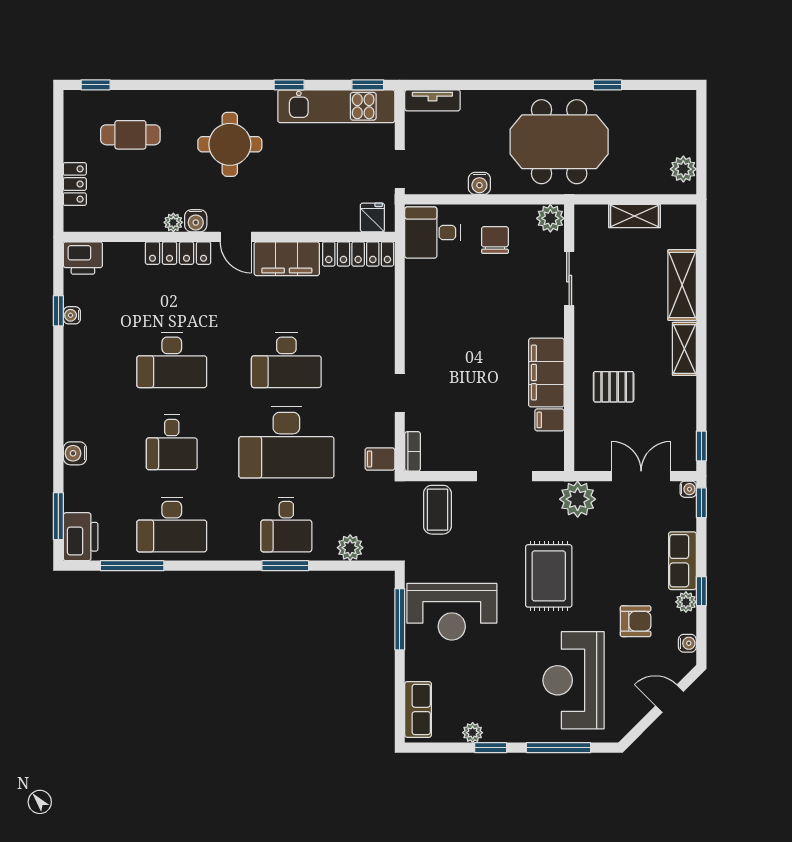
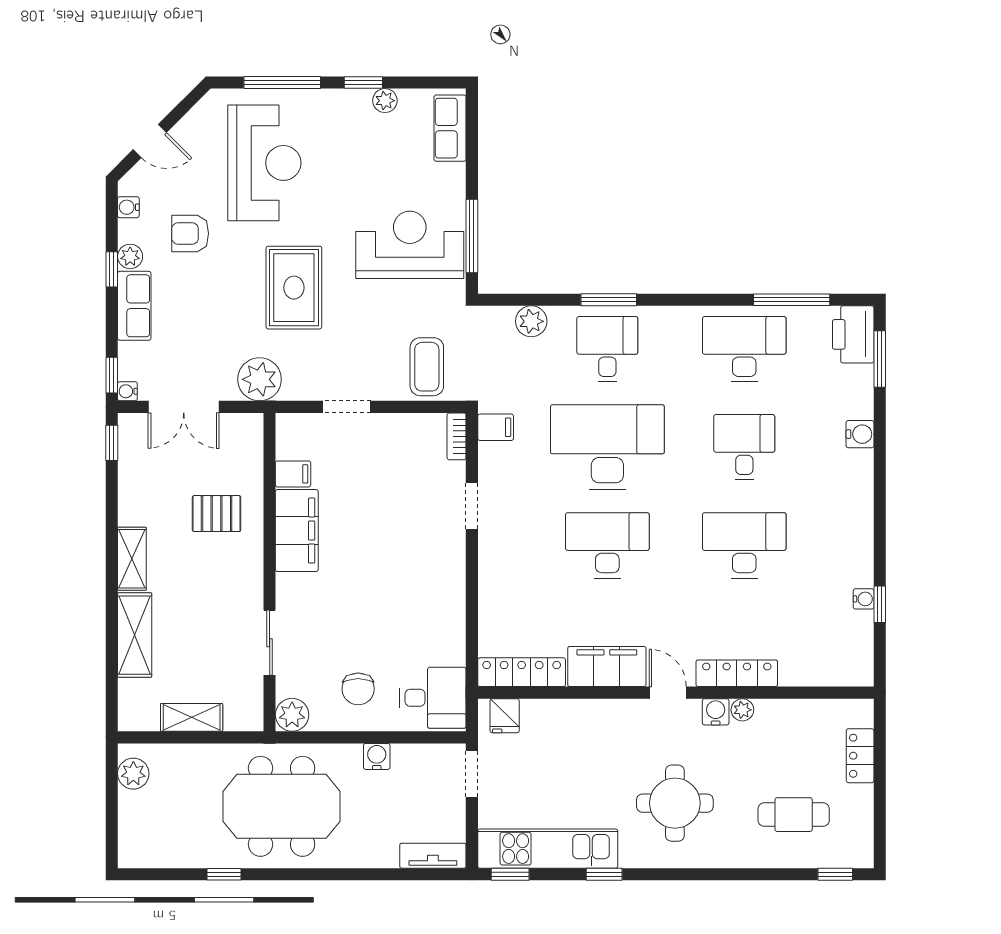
printer: (83, 258) -> (850, 667), removed
doorway: (505, 476) -> (347, 407), width x0.73

